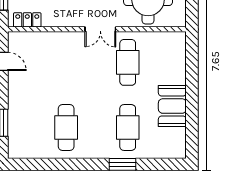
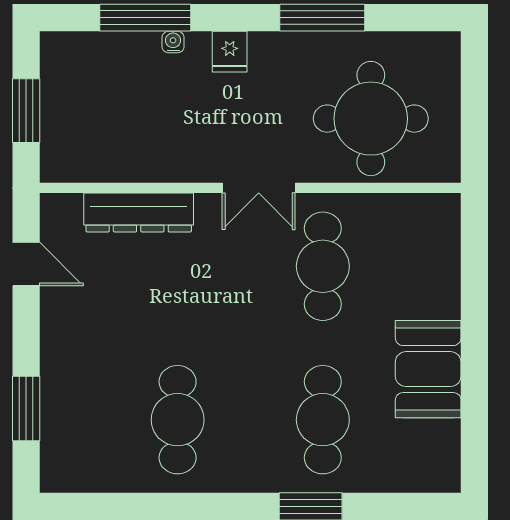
locker: (27, 20) -> (86, 166), removed
dresser: (50, 40) -> (139, 213), added

